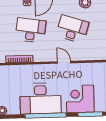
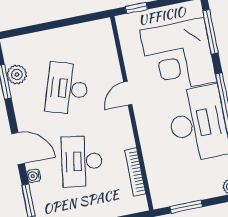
corner desk: (80, 99) -> (178, 56), width x1.36, depth x1.36

